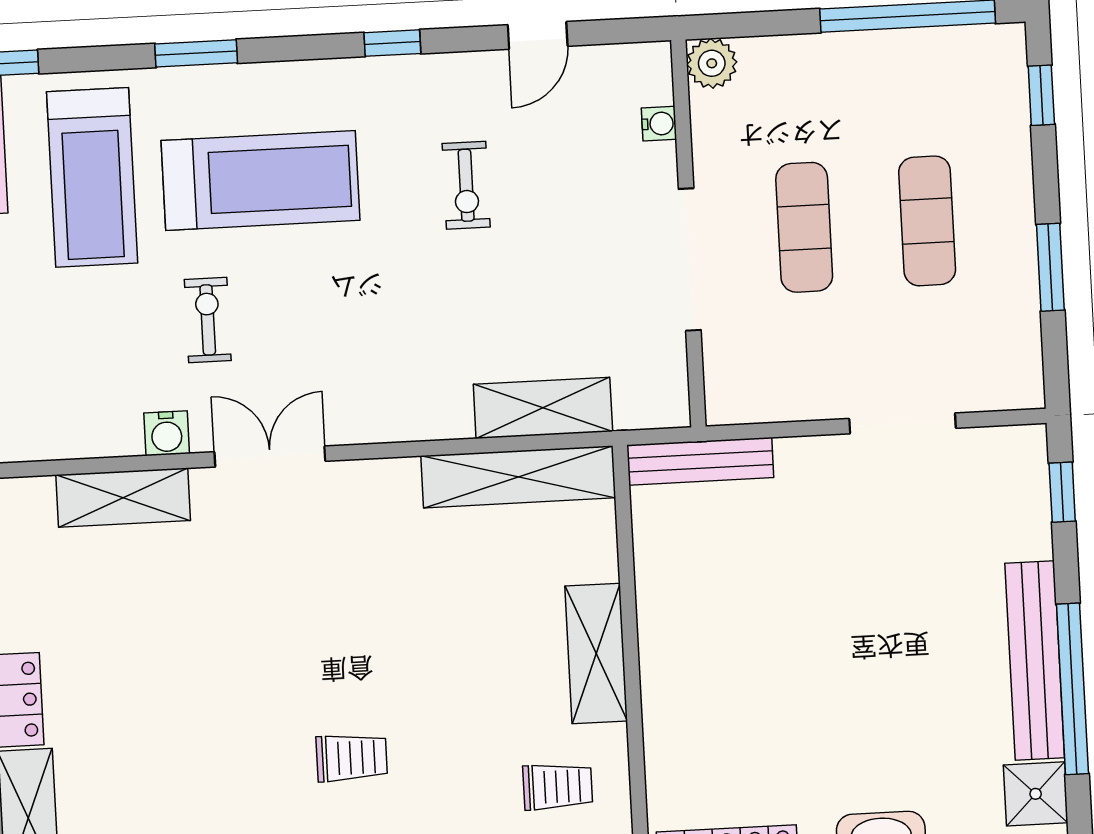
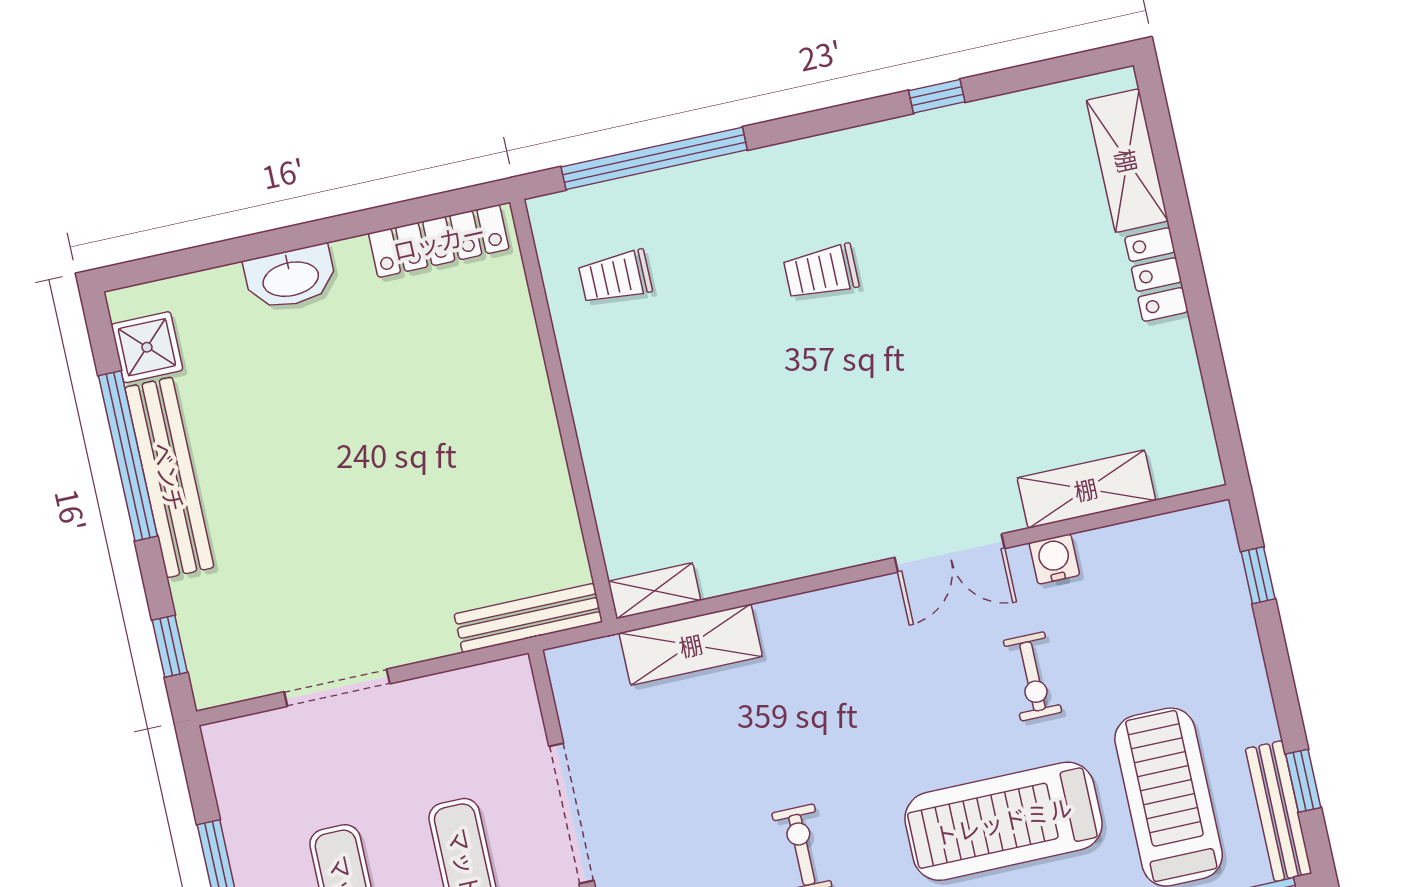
shelving: (518, 477) -> (654, 591), width x0.45, depth x0.75
shelving: (596, 654) -> (599, 413), removed

